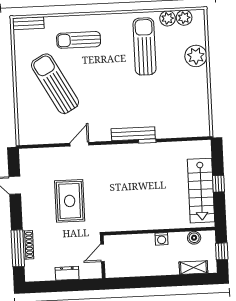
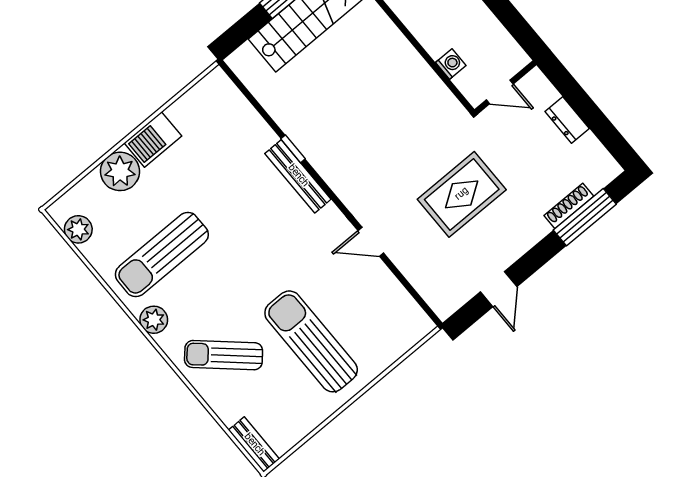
plant: (168, 18) -> (154, 320), moved
sun lounger: (79, 40) -> (224, 355), turned 132
barbecue: (199, 82) -> (153, 139), added
sun lounger: (55, 84) -> (311, 341), turned 119
washing machine: (162, 239) -> (451, 64), moved

